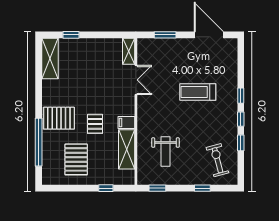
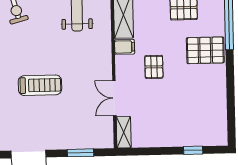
shelving: (50, 58) -> (218, 121), removed
pallet: (95, 124) -> (154, 67), moved

